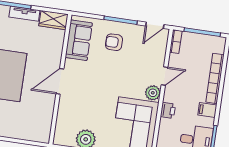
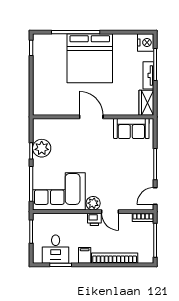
door: (155, 25) -> (155, 196), hinge flipped
armchair: (114, 42) -> (134, 161), removed
printer: (168, 110) -> (94, 219), moved

